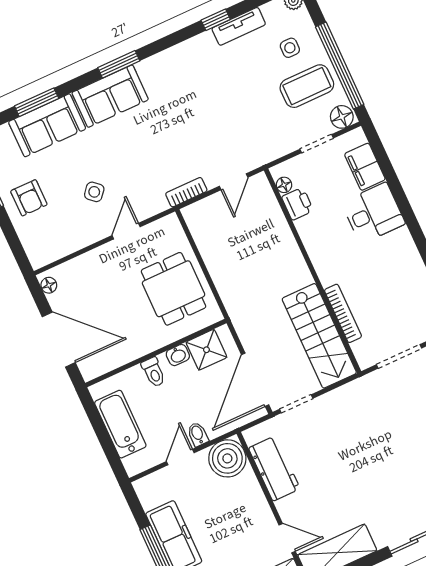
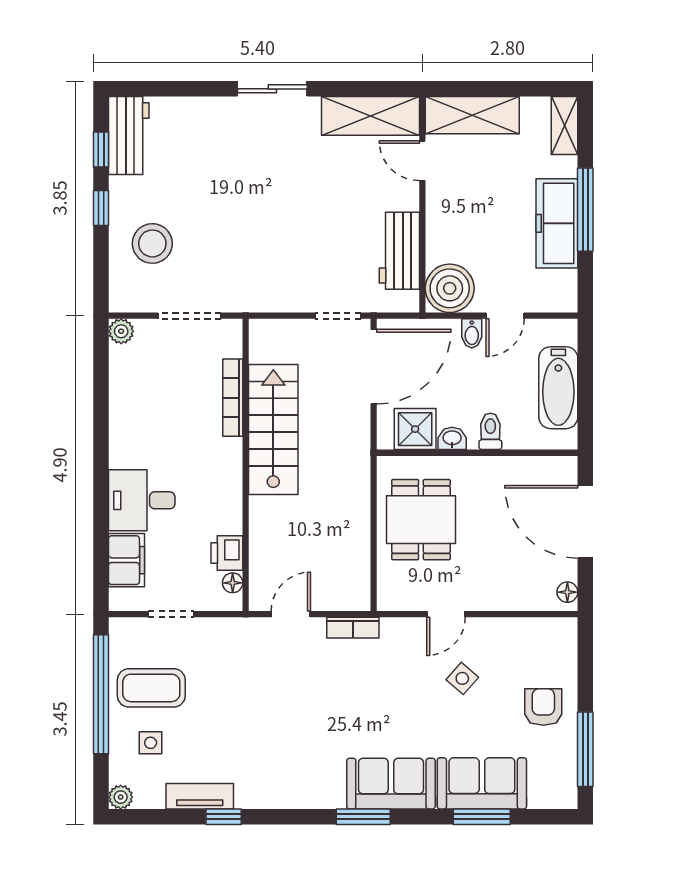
floor lamp: (342, 117) -> (127, 632), removed
stairs: (319, 336) -> (273, 430), moved

